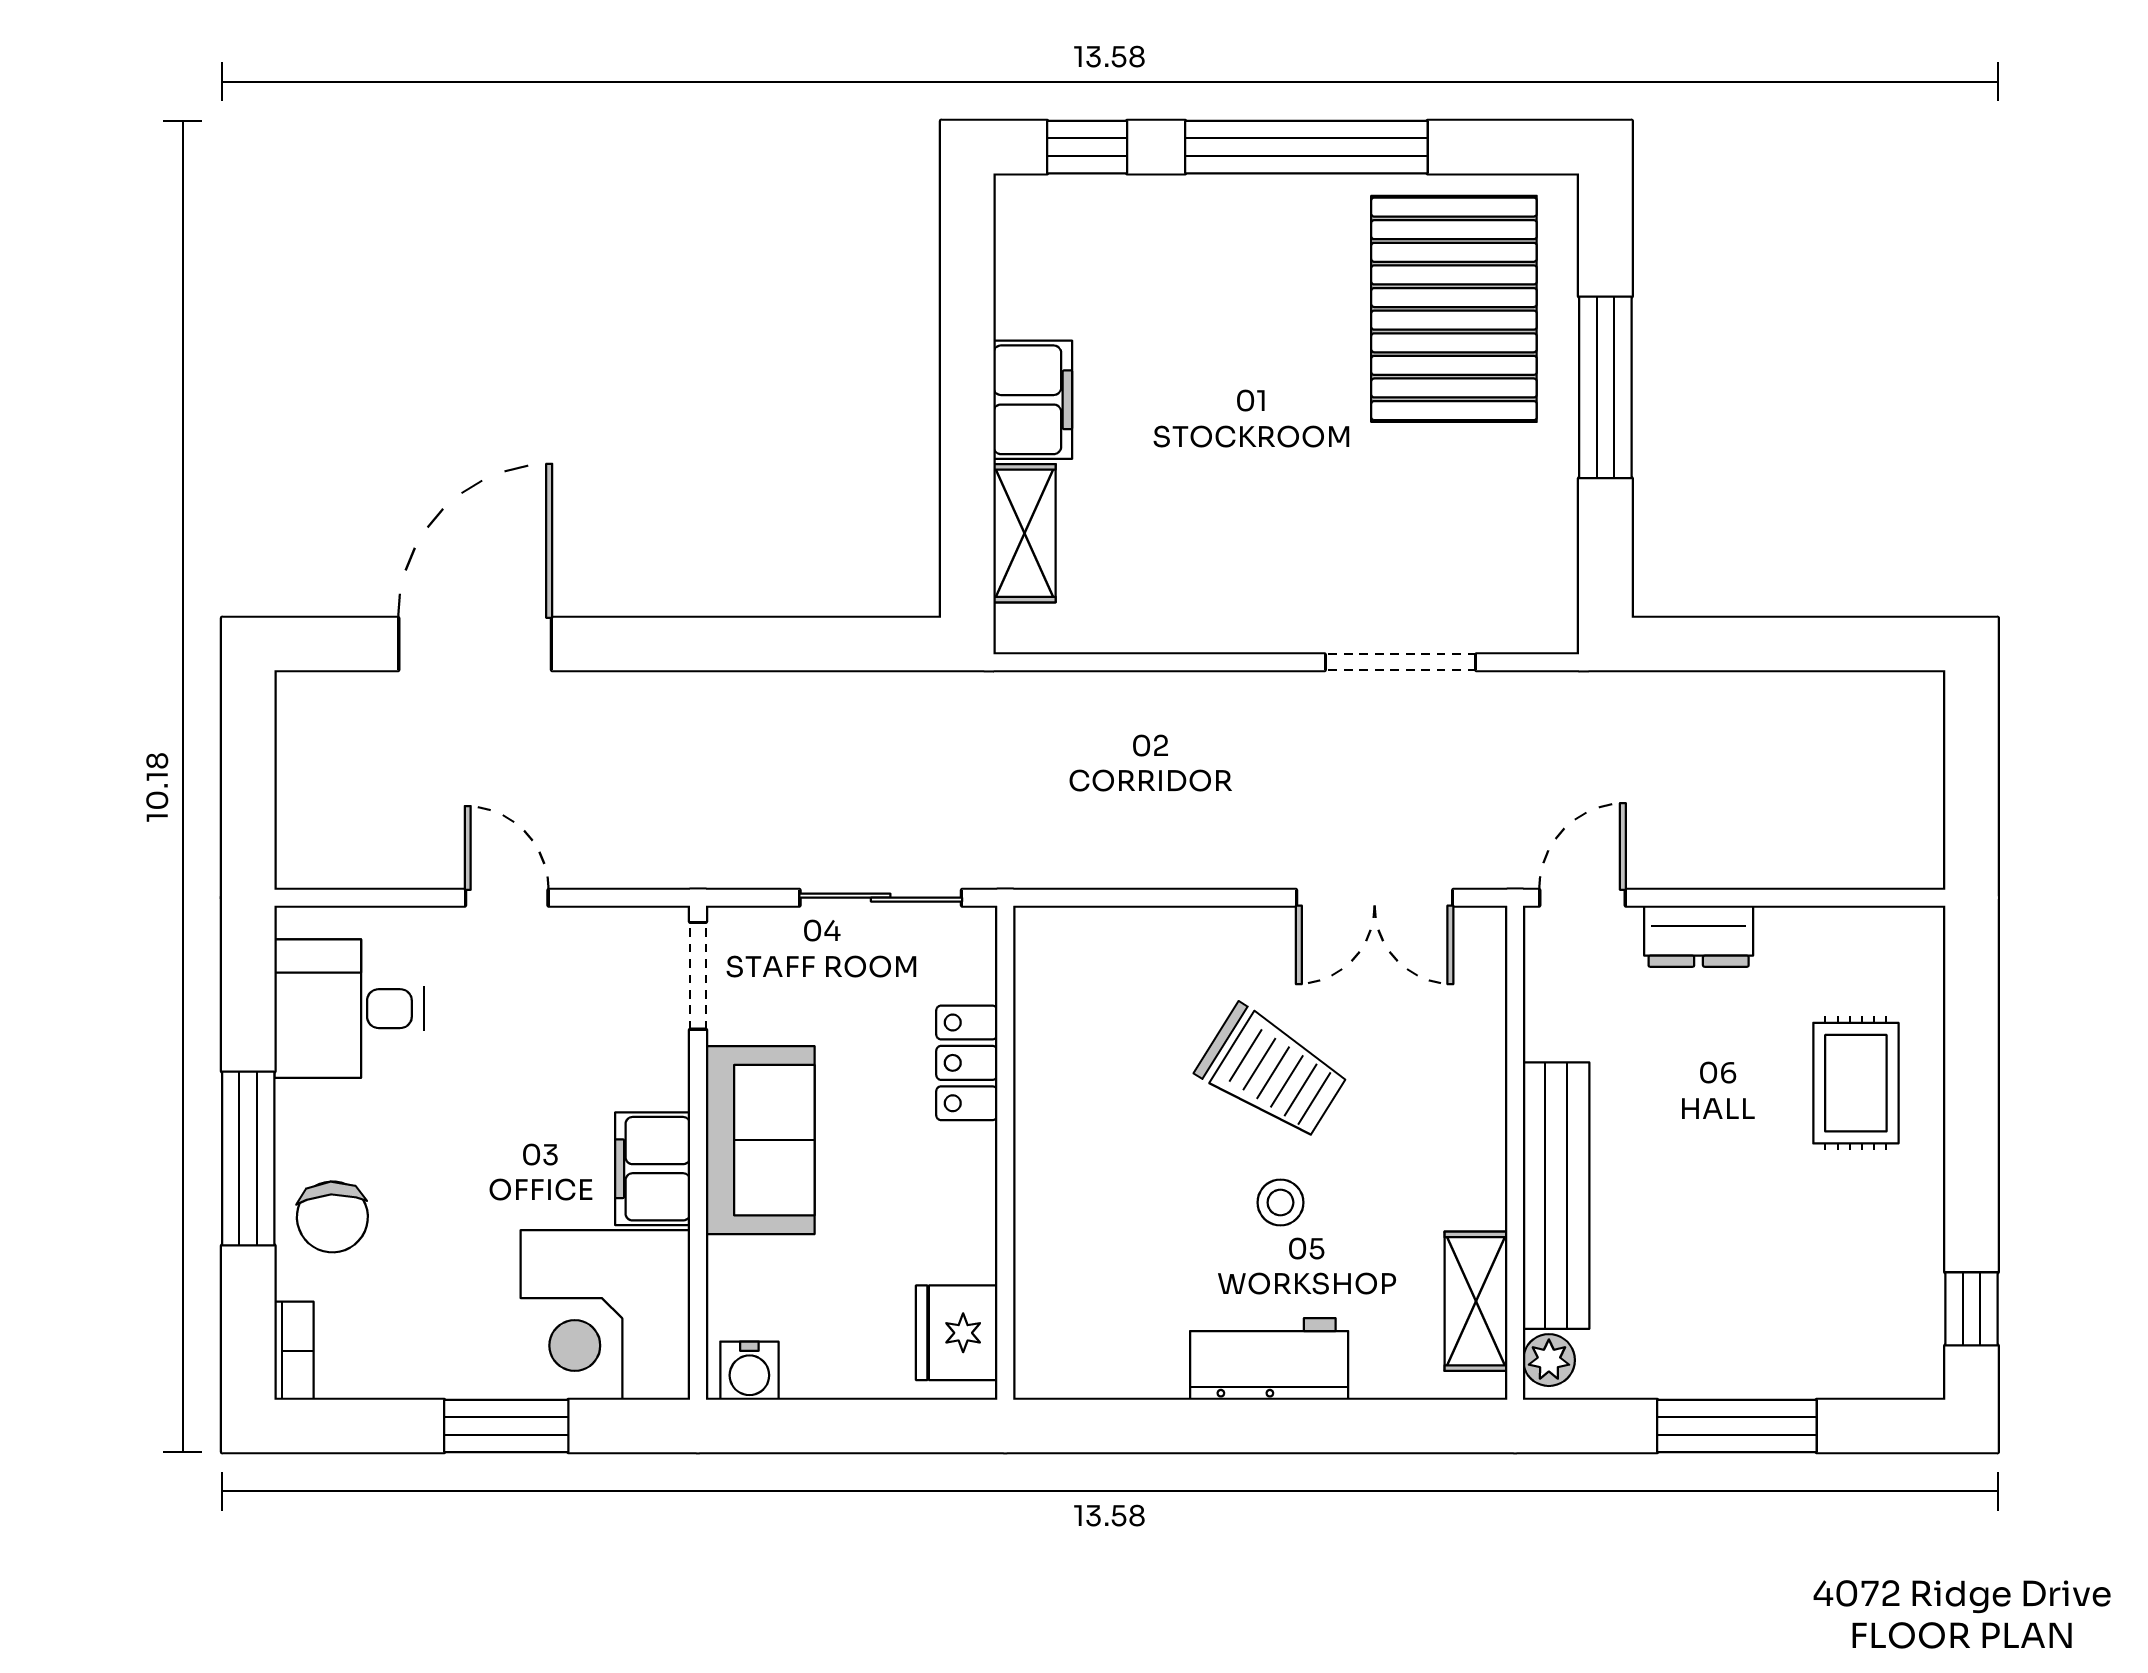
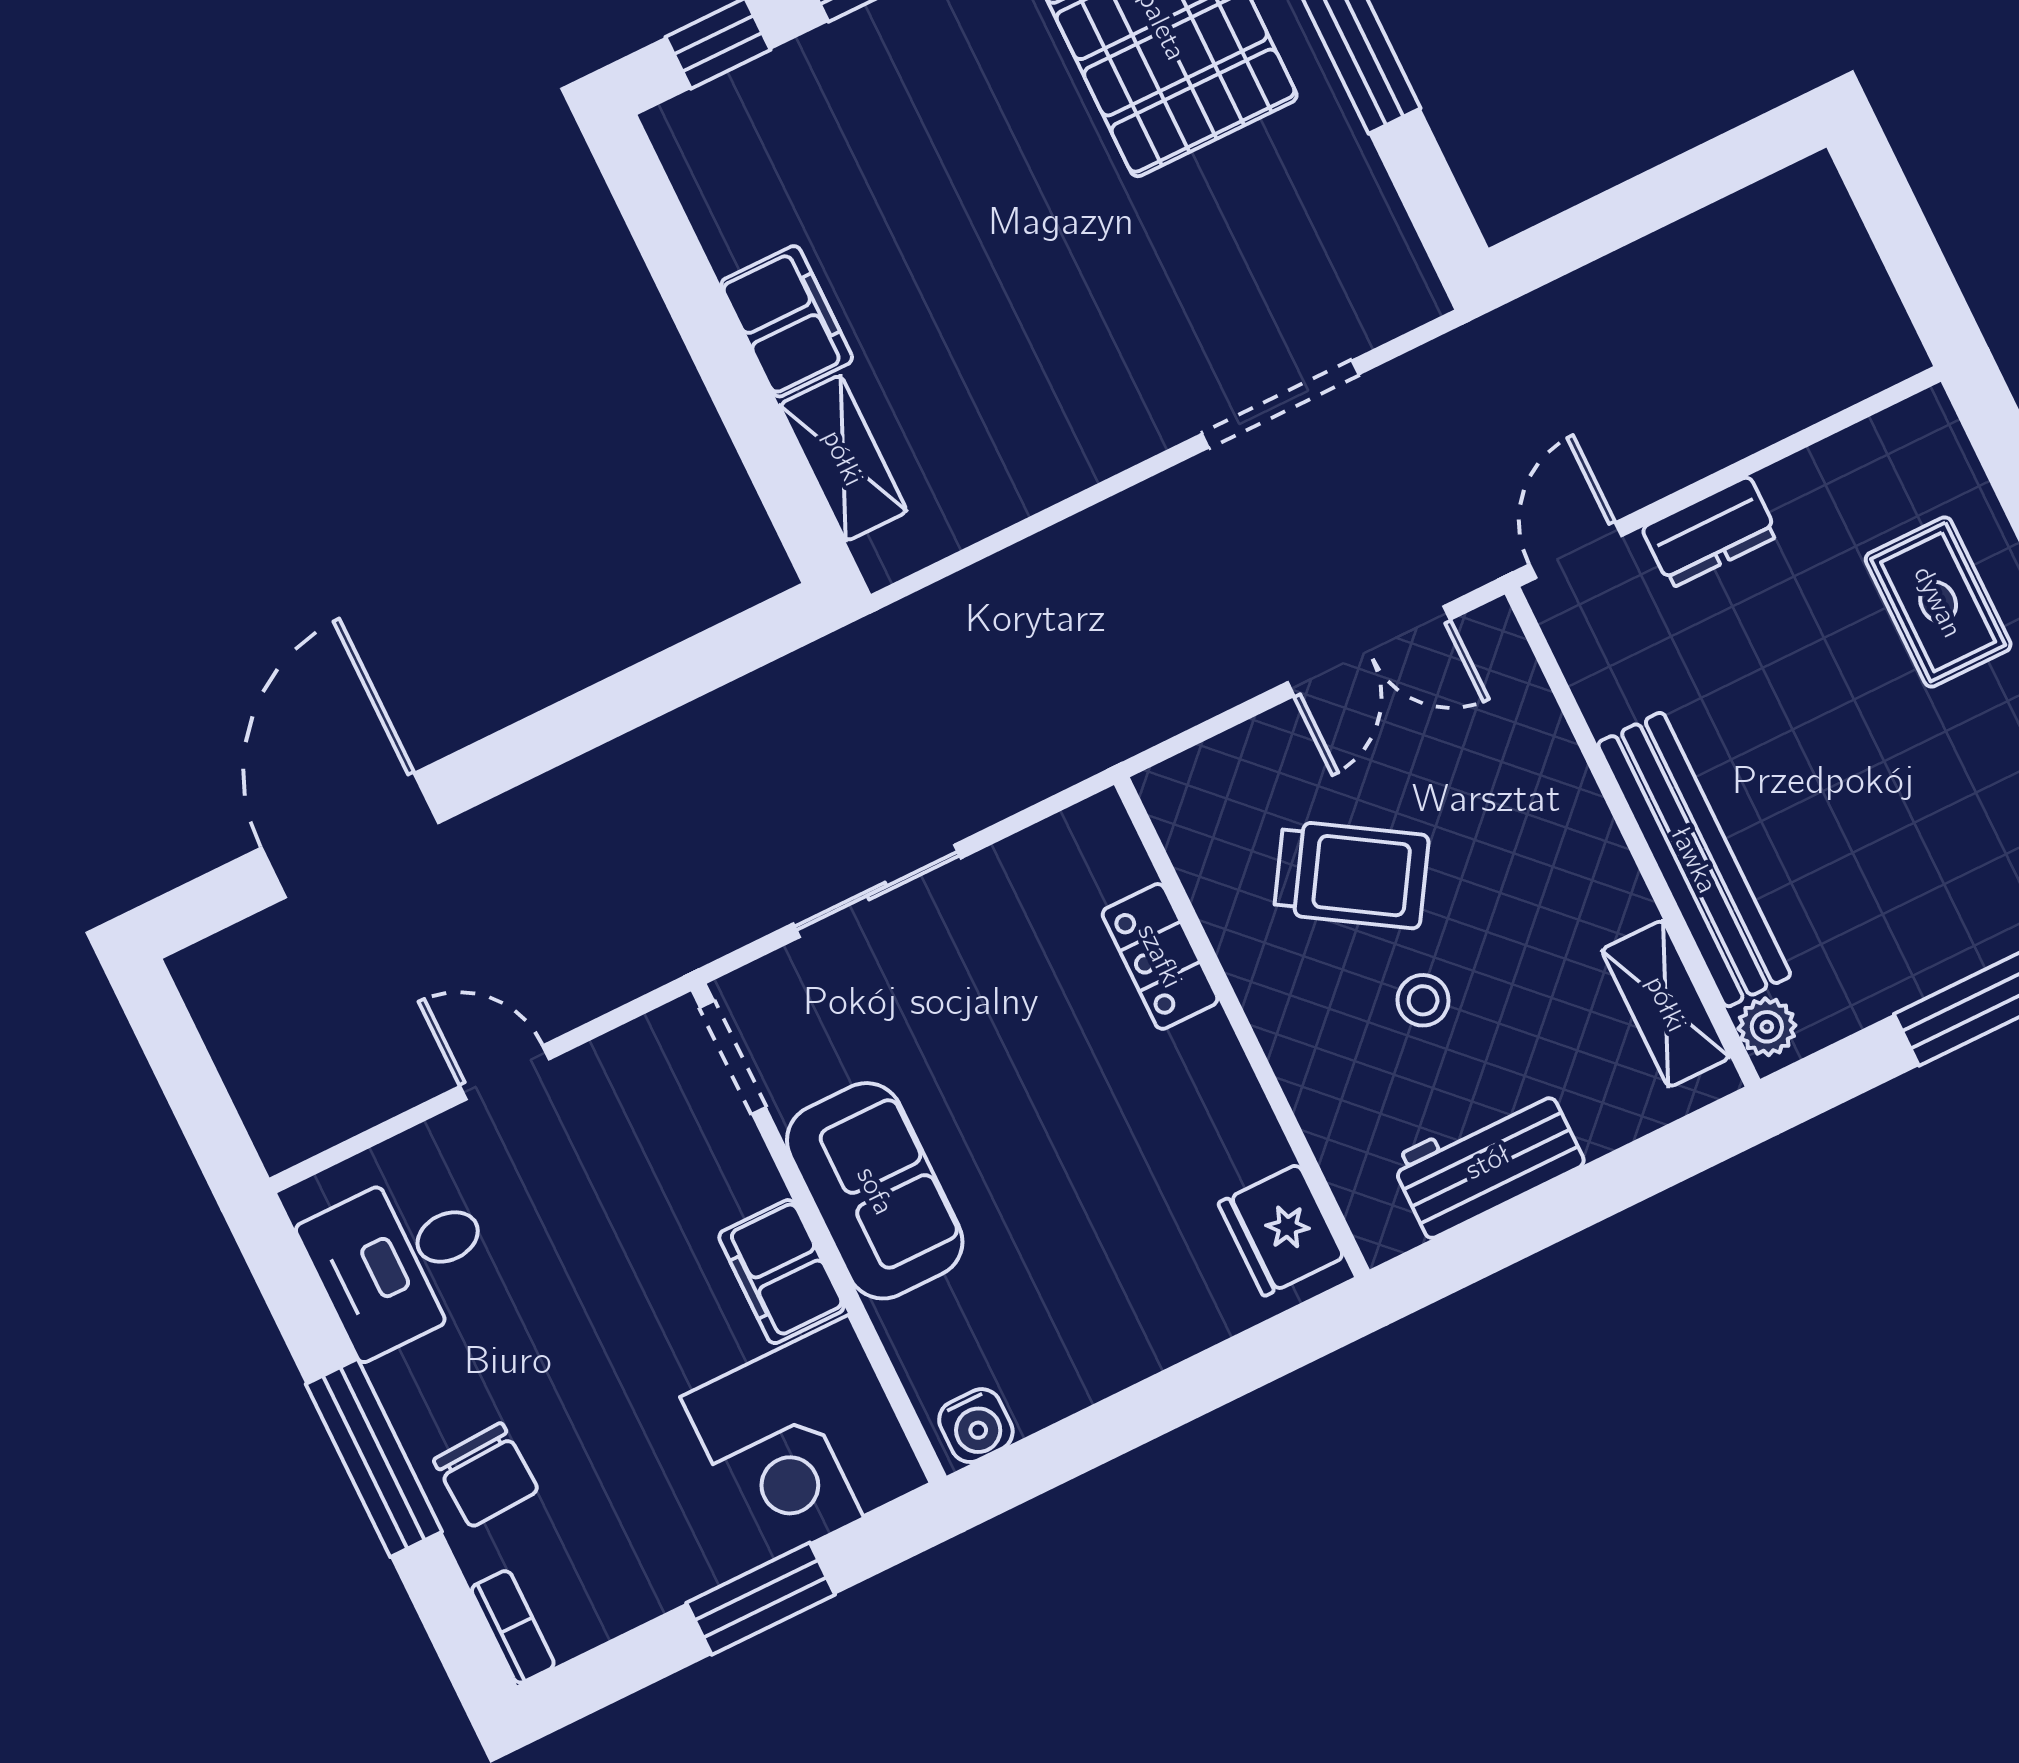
locker: (967, 1063) -> (1160, 956), moved
wall: (1005, 1153) -> (1242, 1027), moved
fridge: (957, 1333) -> (1281, 1230), moved

